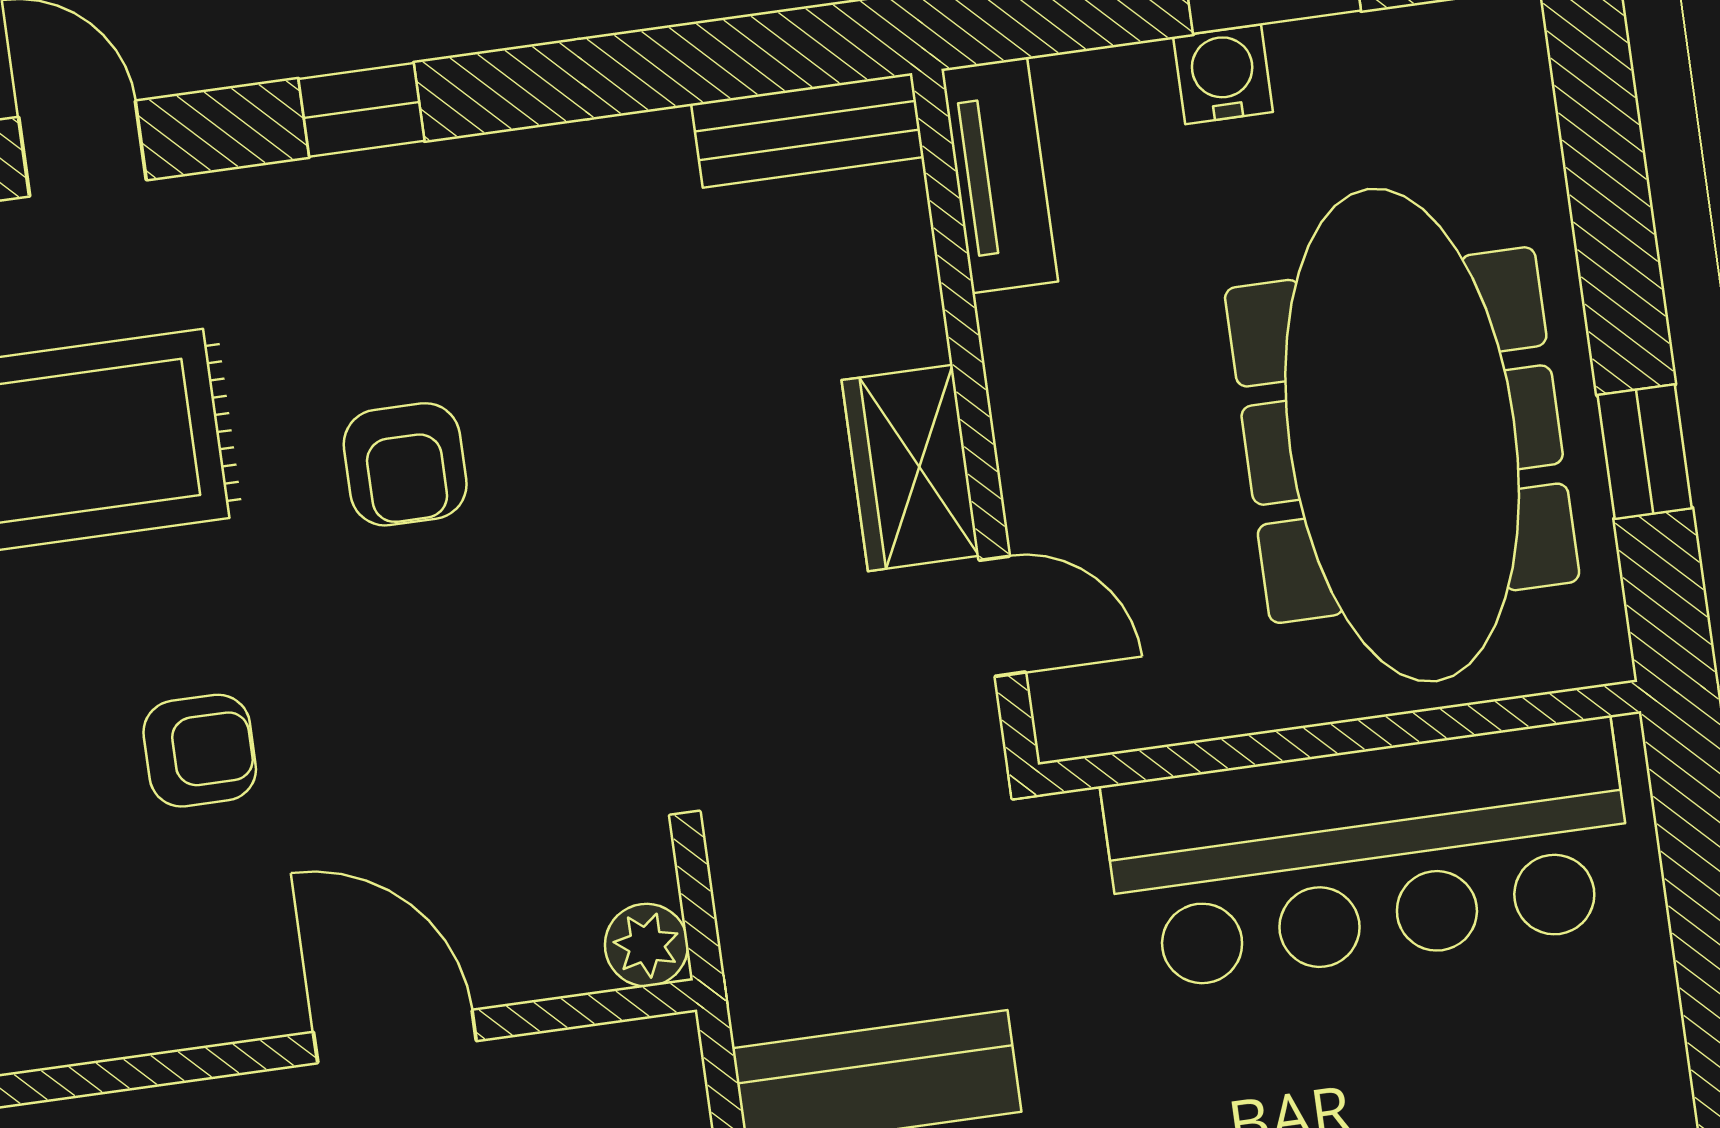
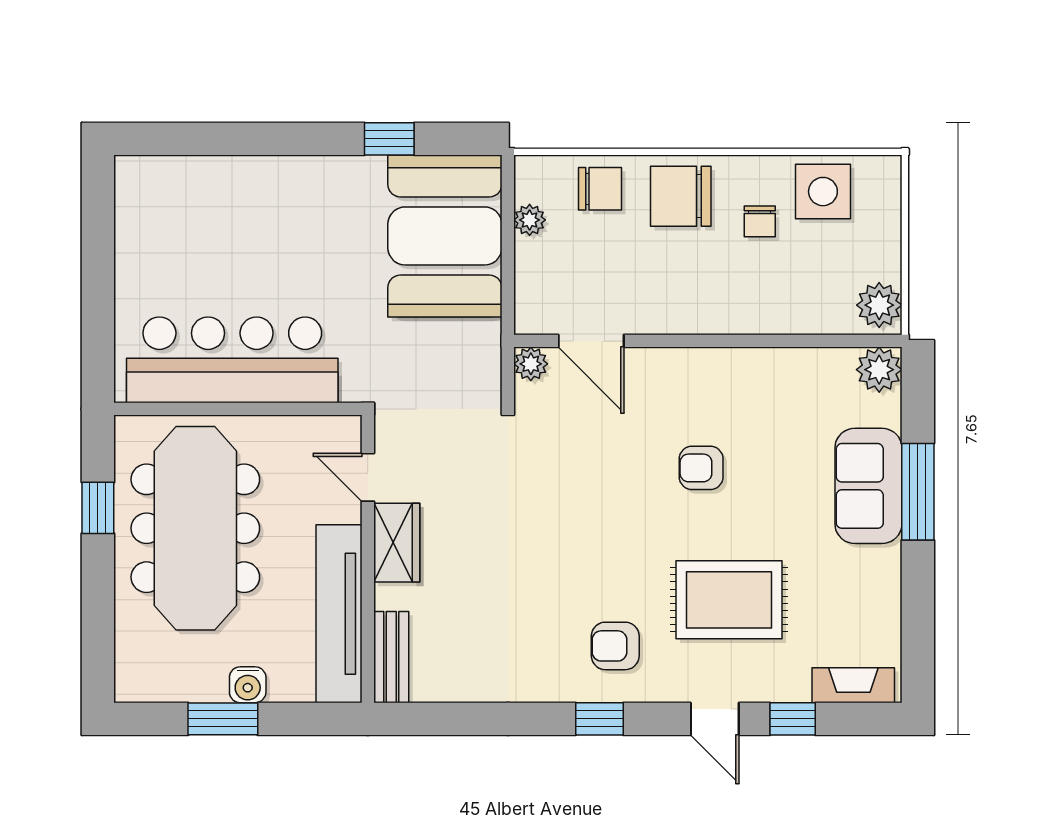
bench: (807, 130) -> (391, 657), moved, turned 90
tv unit: (1000, 175) -> (339, 614), width x1.92, depth x1.29
armchair: (405, 464) -> (615, 646), moved, turned -90
door: (395, 1036) -> (591, 341), moved

